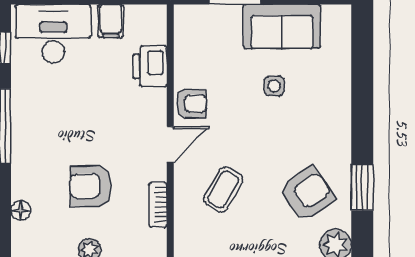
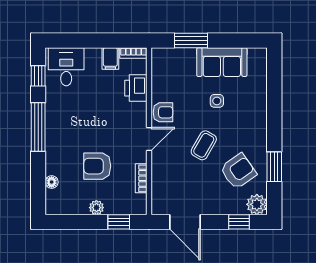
bookcase: (146, 13) -> (133, 53), added
desk: (53, 34) -> (66, 67), width x0.73
coffee table: (223, 189) -> (204, 145), moved

